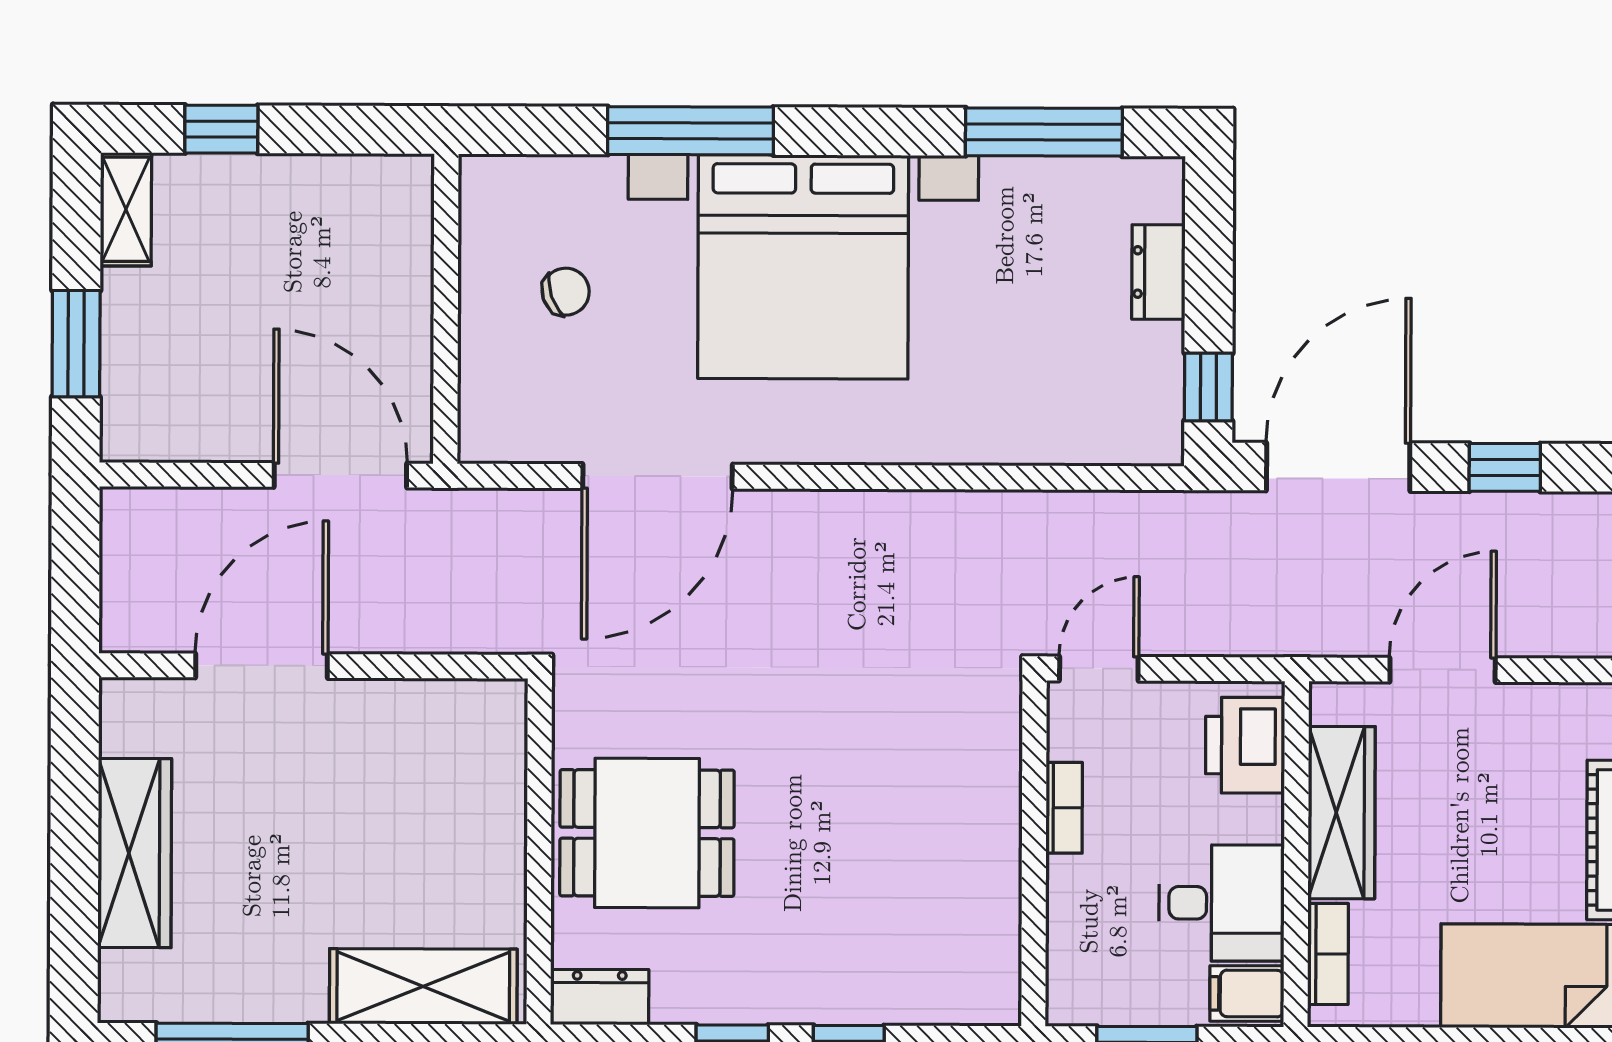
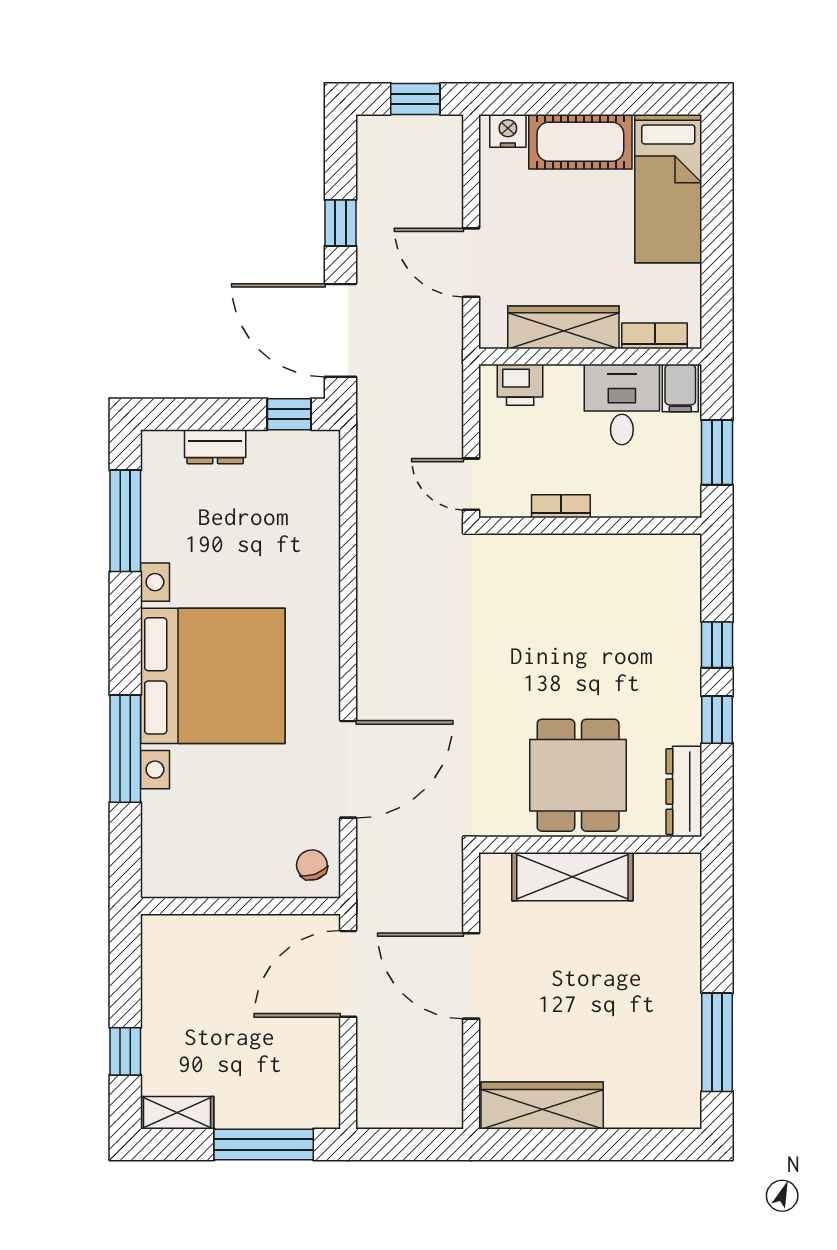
chair: (566, 292) -> (312, 865), moved
window: (76, 344) -> (264, 1144), width x1.44
door: (657, 476) -> (348, 769), hinge flipped
door: (261, 666) -> (471, 976), moved
printer: (1245, 745) -> (520, 385), width x0.73, depth x0.81
wardrobe: (135, 853) -> (542, 1106), moved
shelving: (423, 986) -> (572, 877), moved, turned 90
dresser: (600, 997) -> (684, 792), width x1.44

